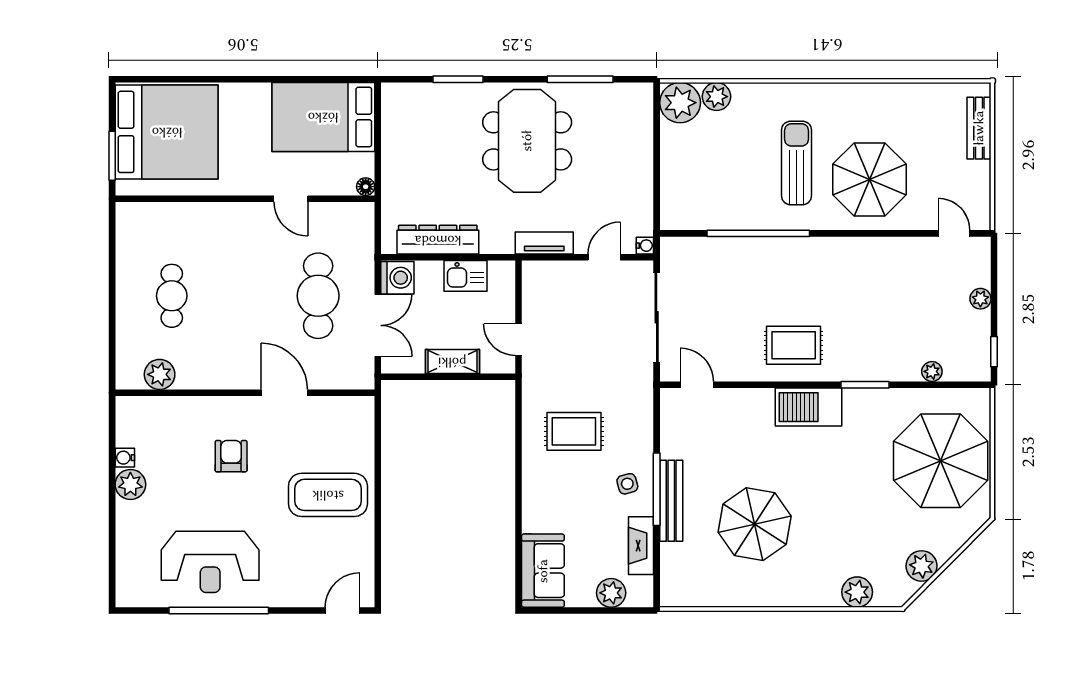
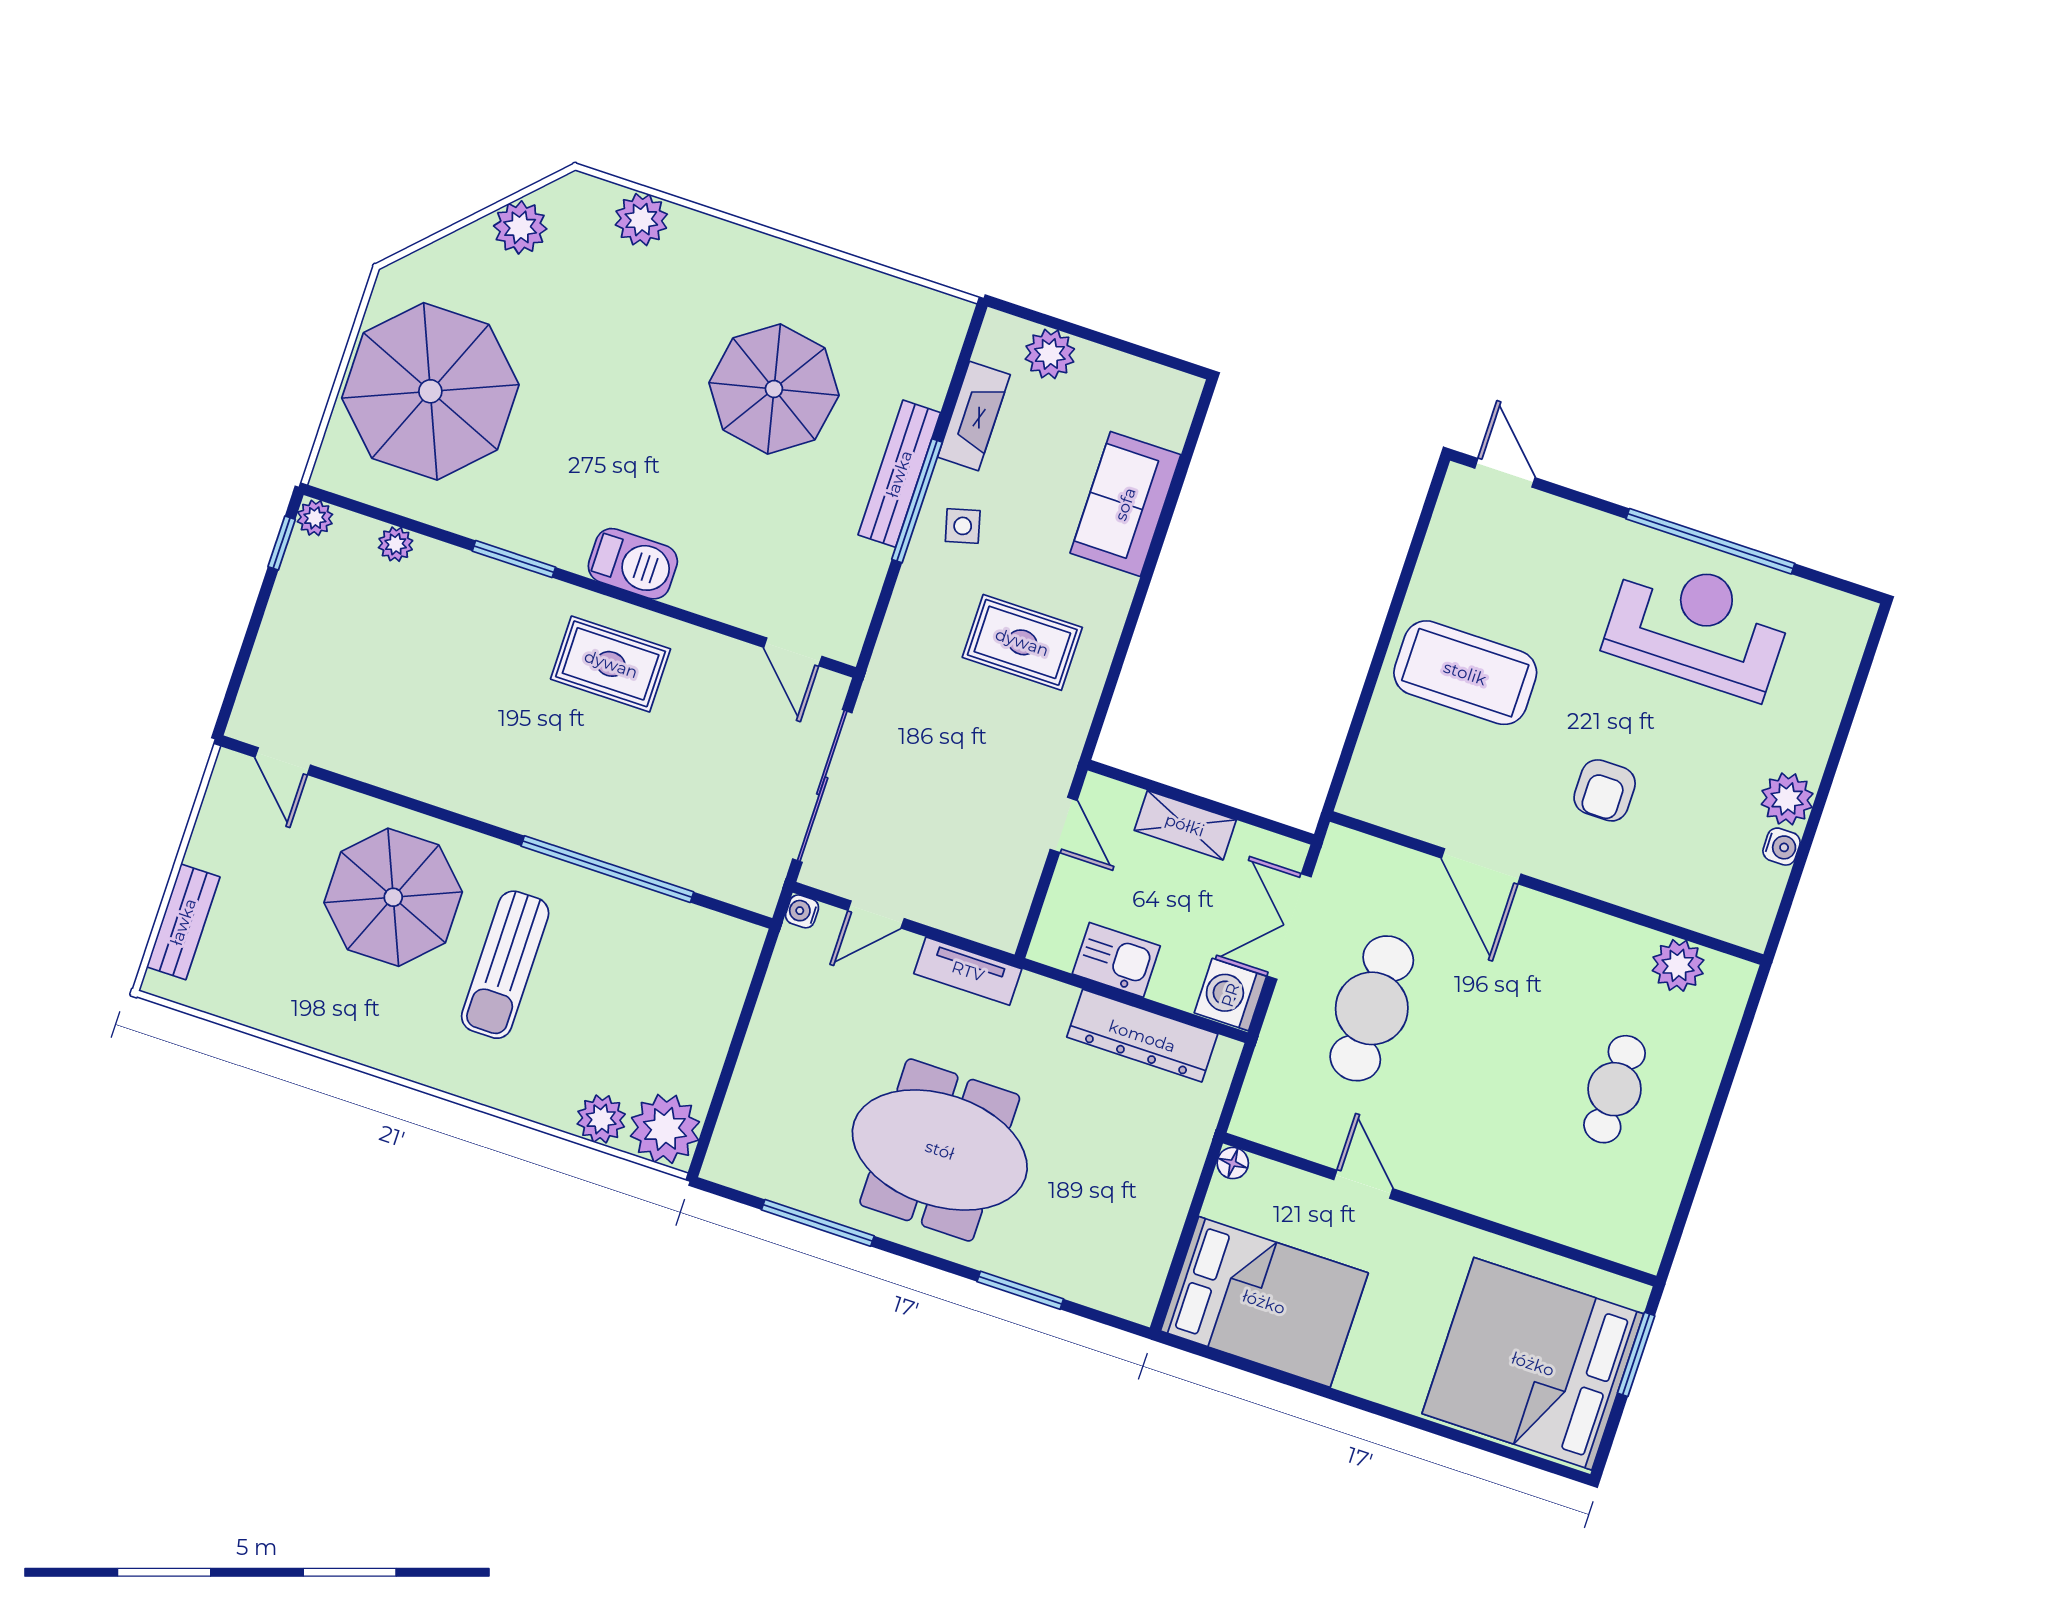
meeting table: (527, 141) -> (940, 1150), turned 90
plant: (980, 299) -> (315, 518), moved
barbecue: (809, 407) -> (633, 564), width x0.73, depth x0.83
sofa: (543, 571) -> (1125, 504), moved
door: (343, 611) -> (1505, 473), swing flipped

